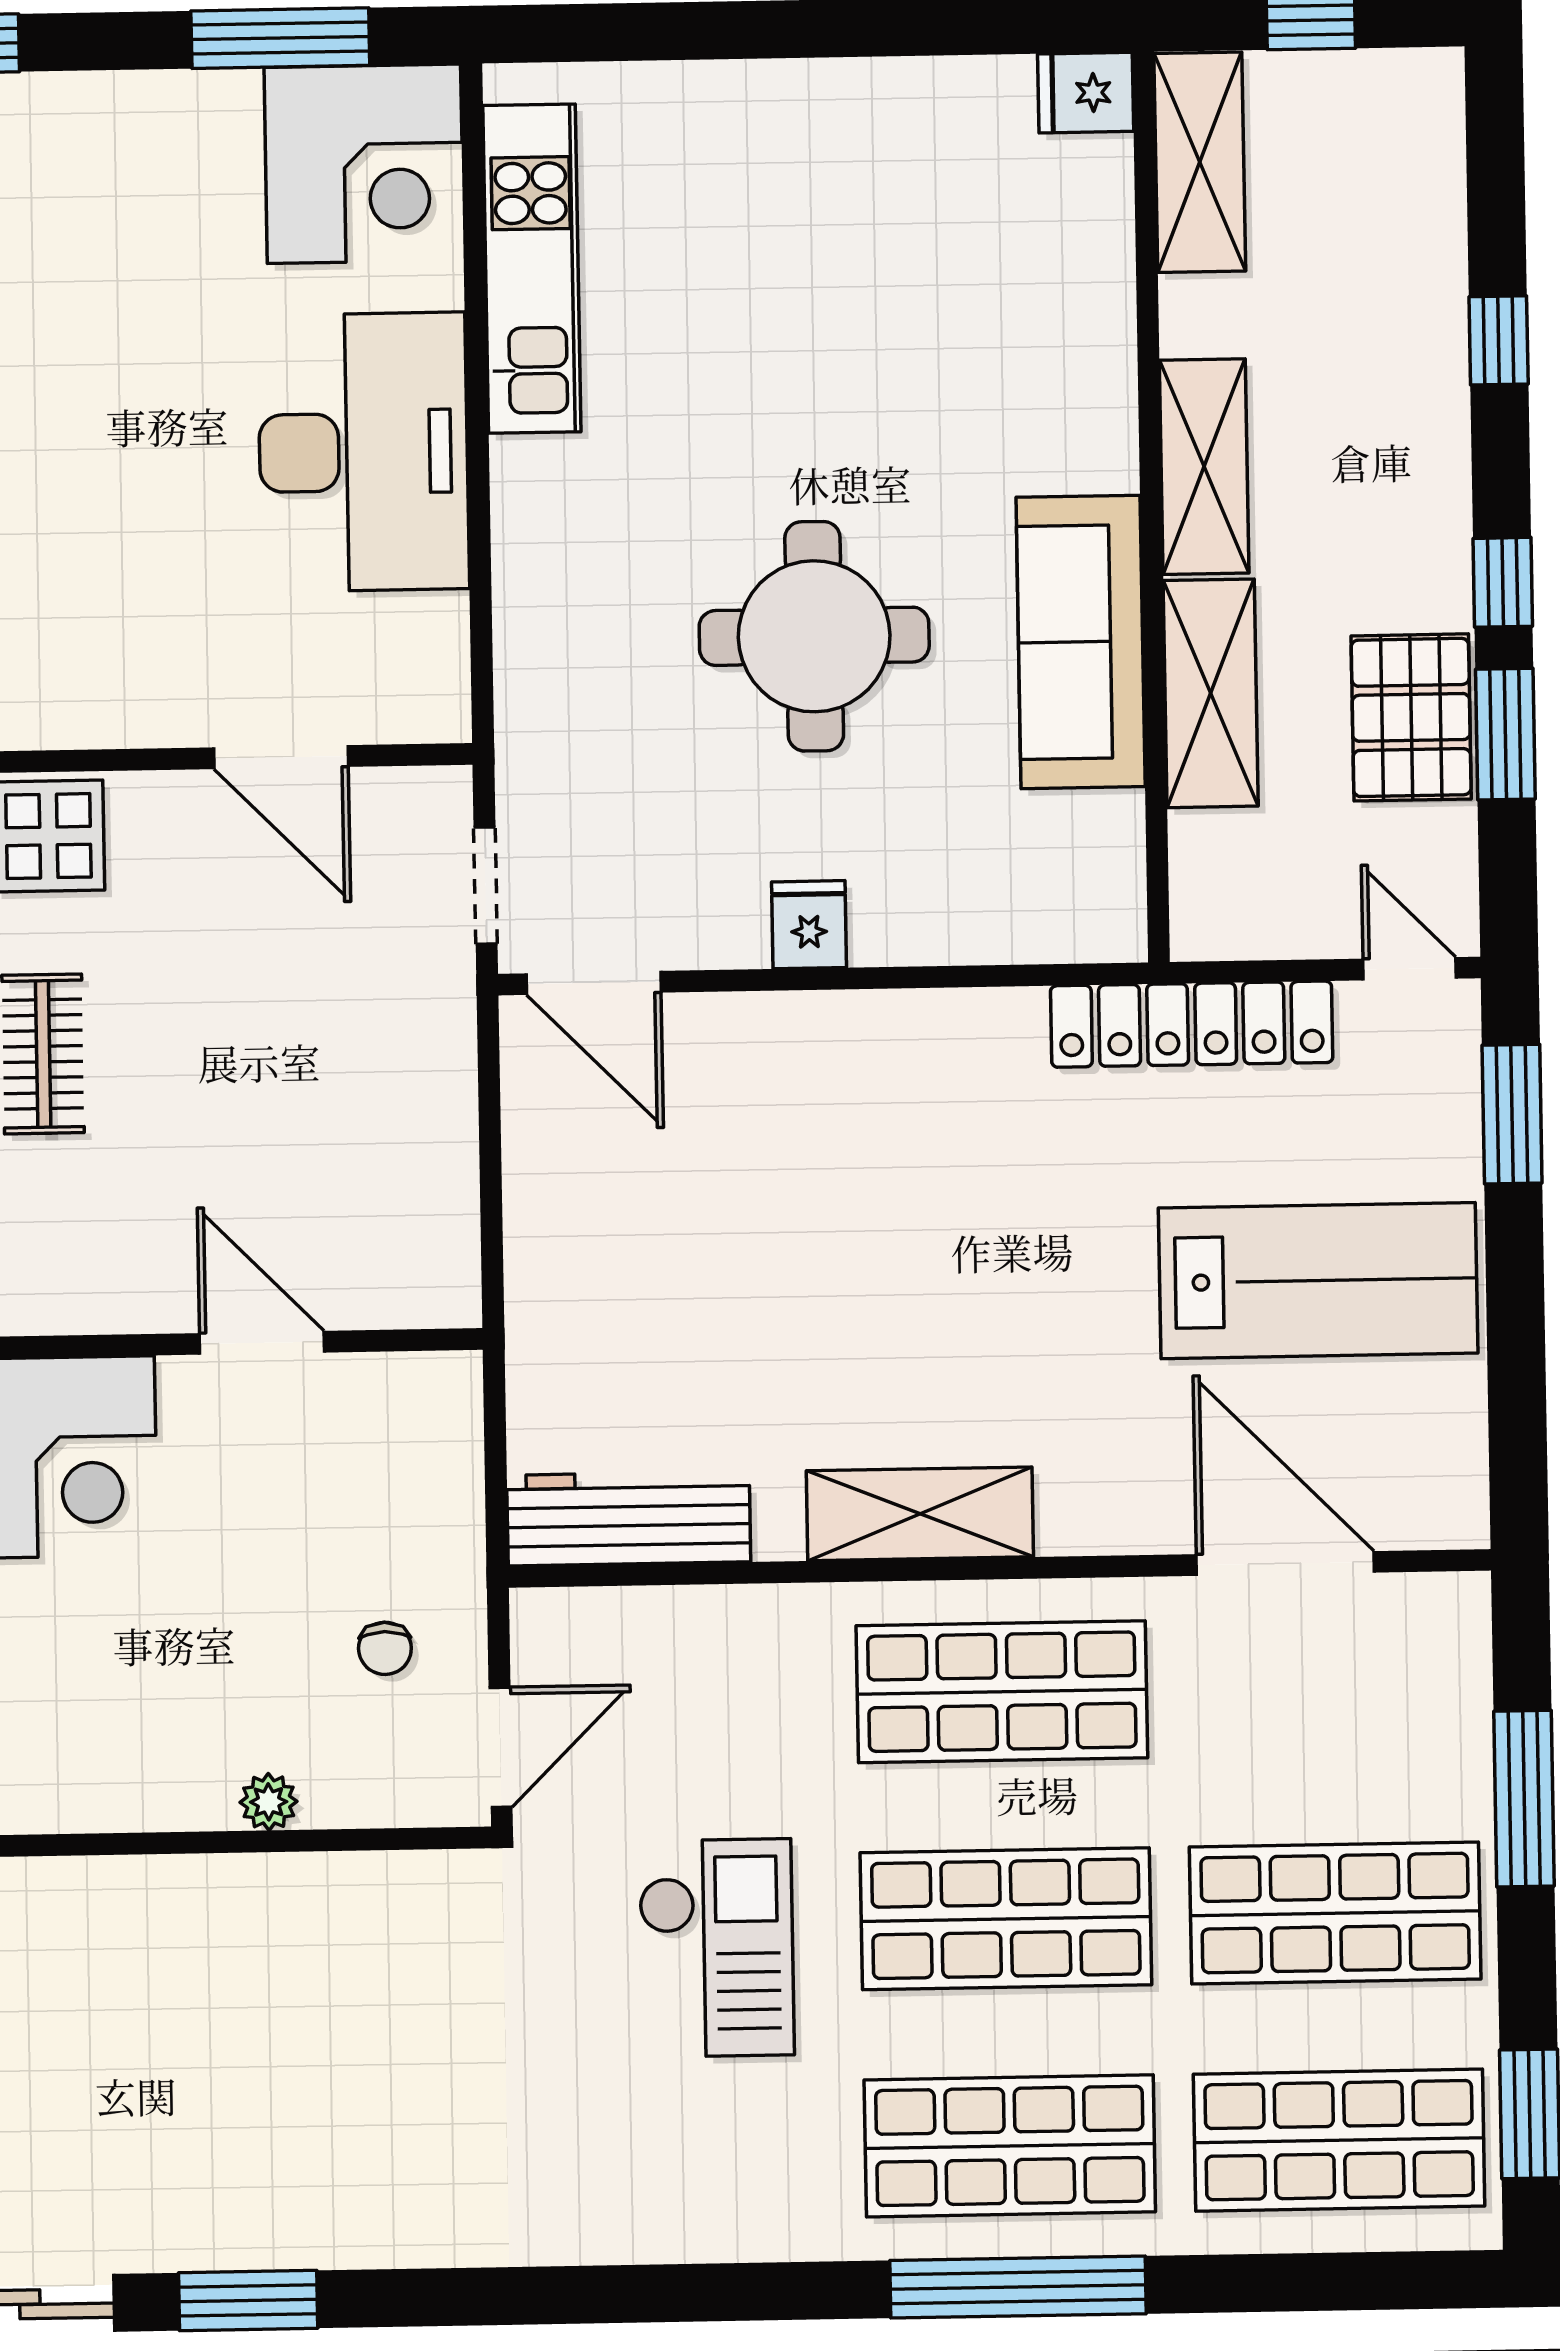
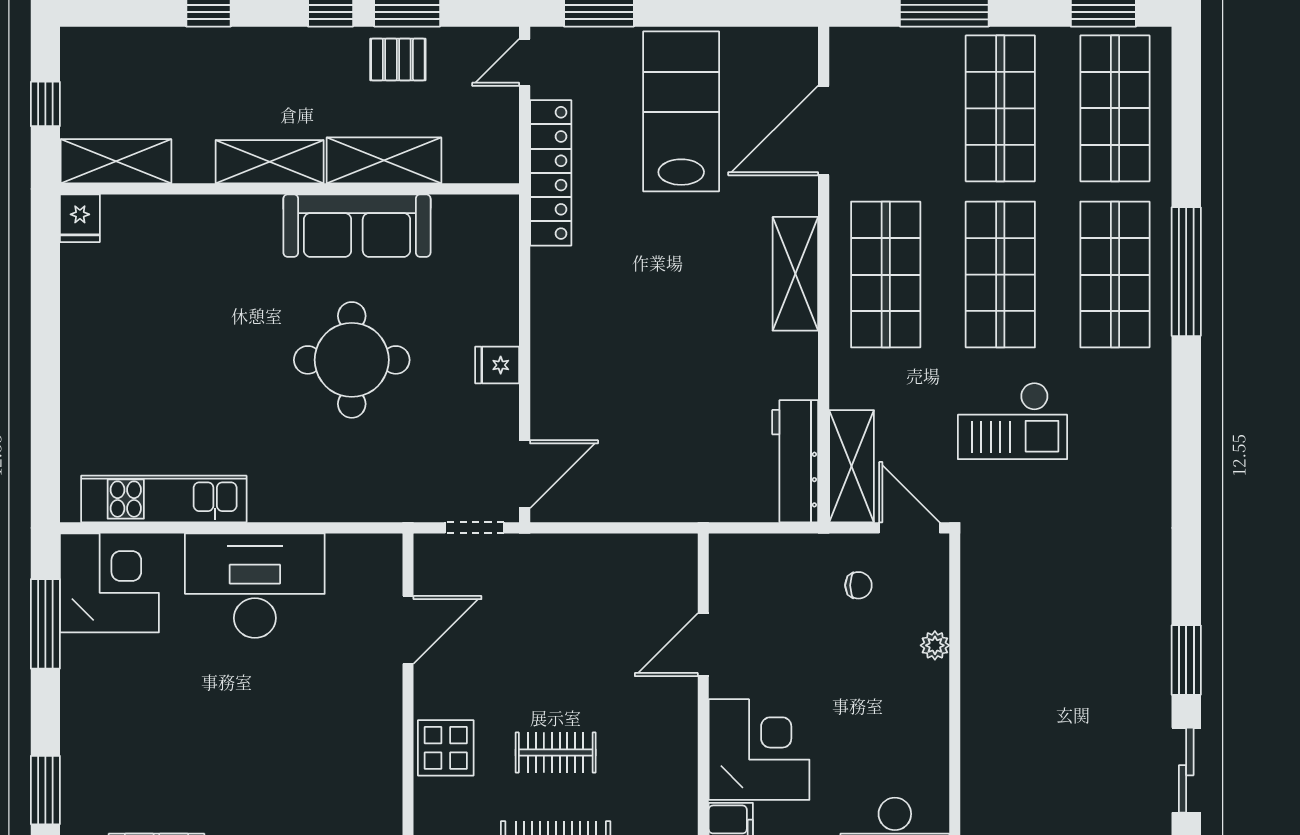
pallet: (1411, 717) -> (398, 59), width x0.67, depth x0.71
shelving: (920, 1514) -> (795, 274), moved
shelving: (621, 1630) -> (851, 466), added
checkout: (716, 1948) -> (1012, 421), turned 180

